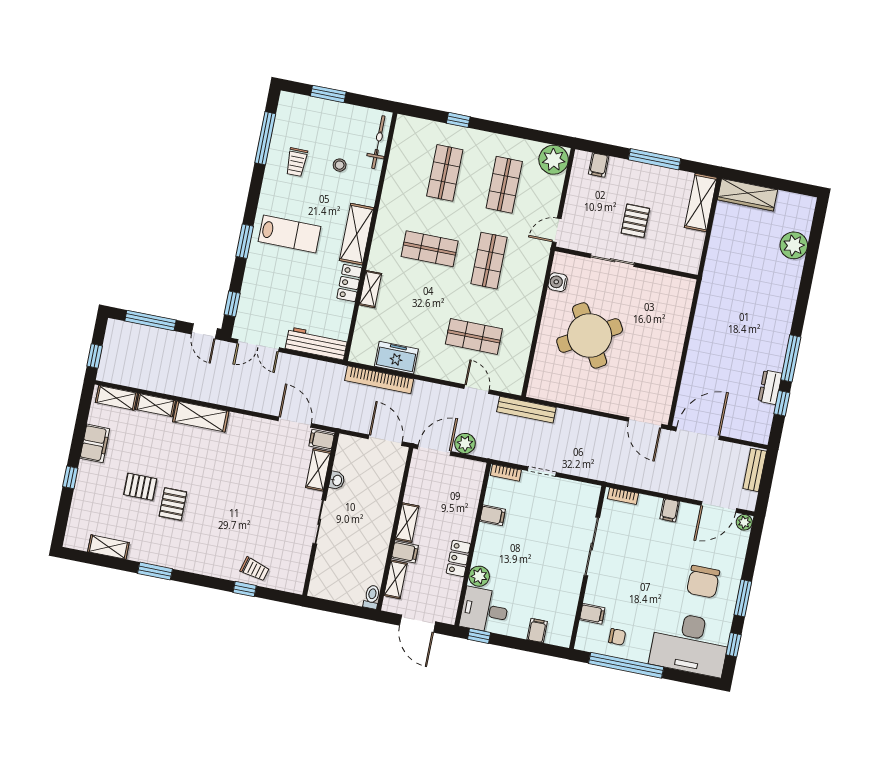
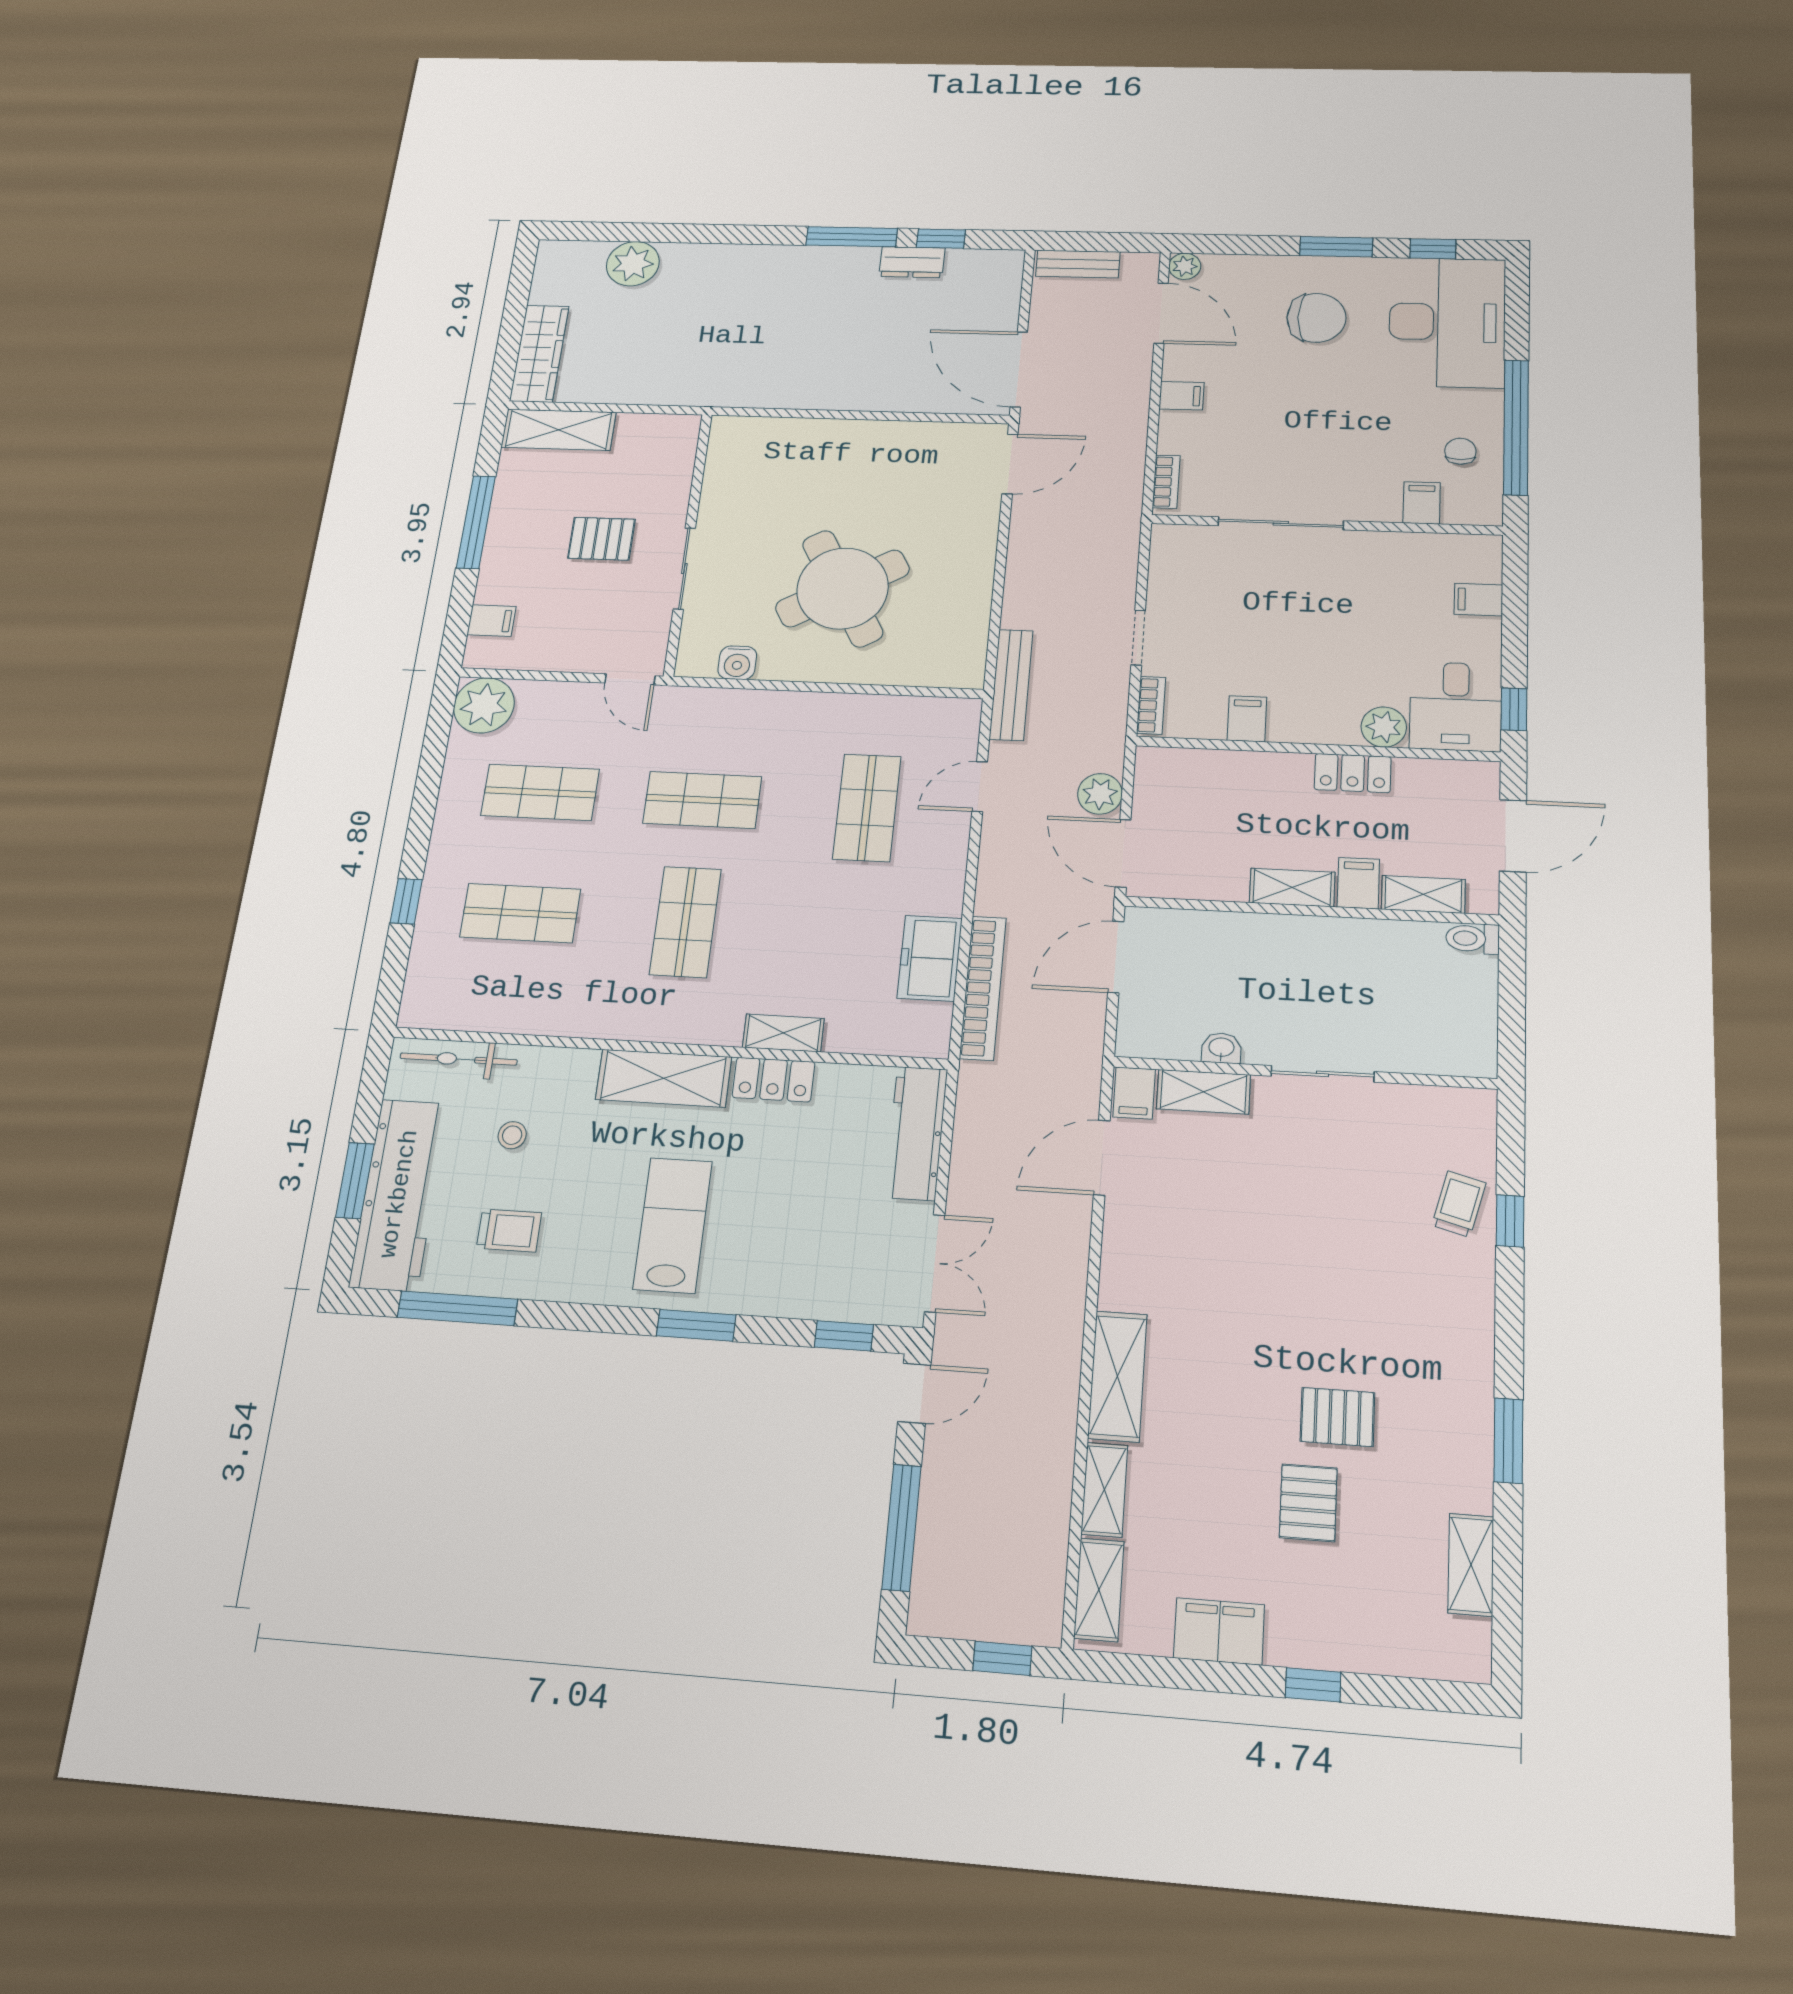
workbench: (319, 114) -> (399, 1194), added

